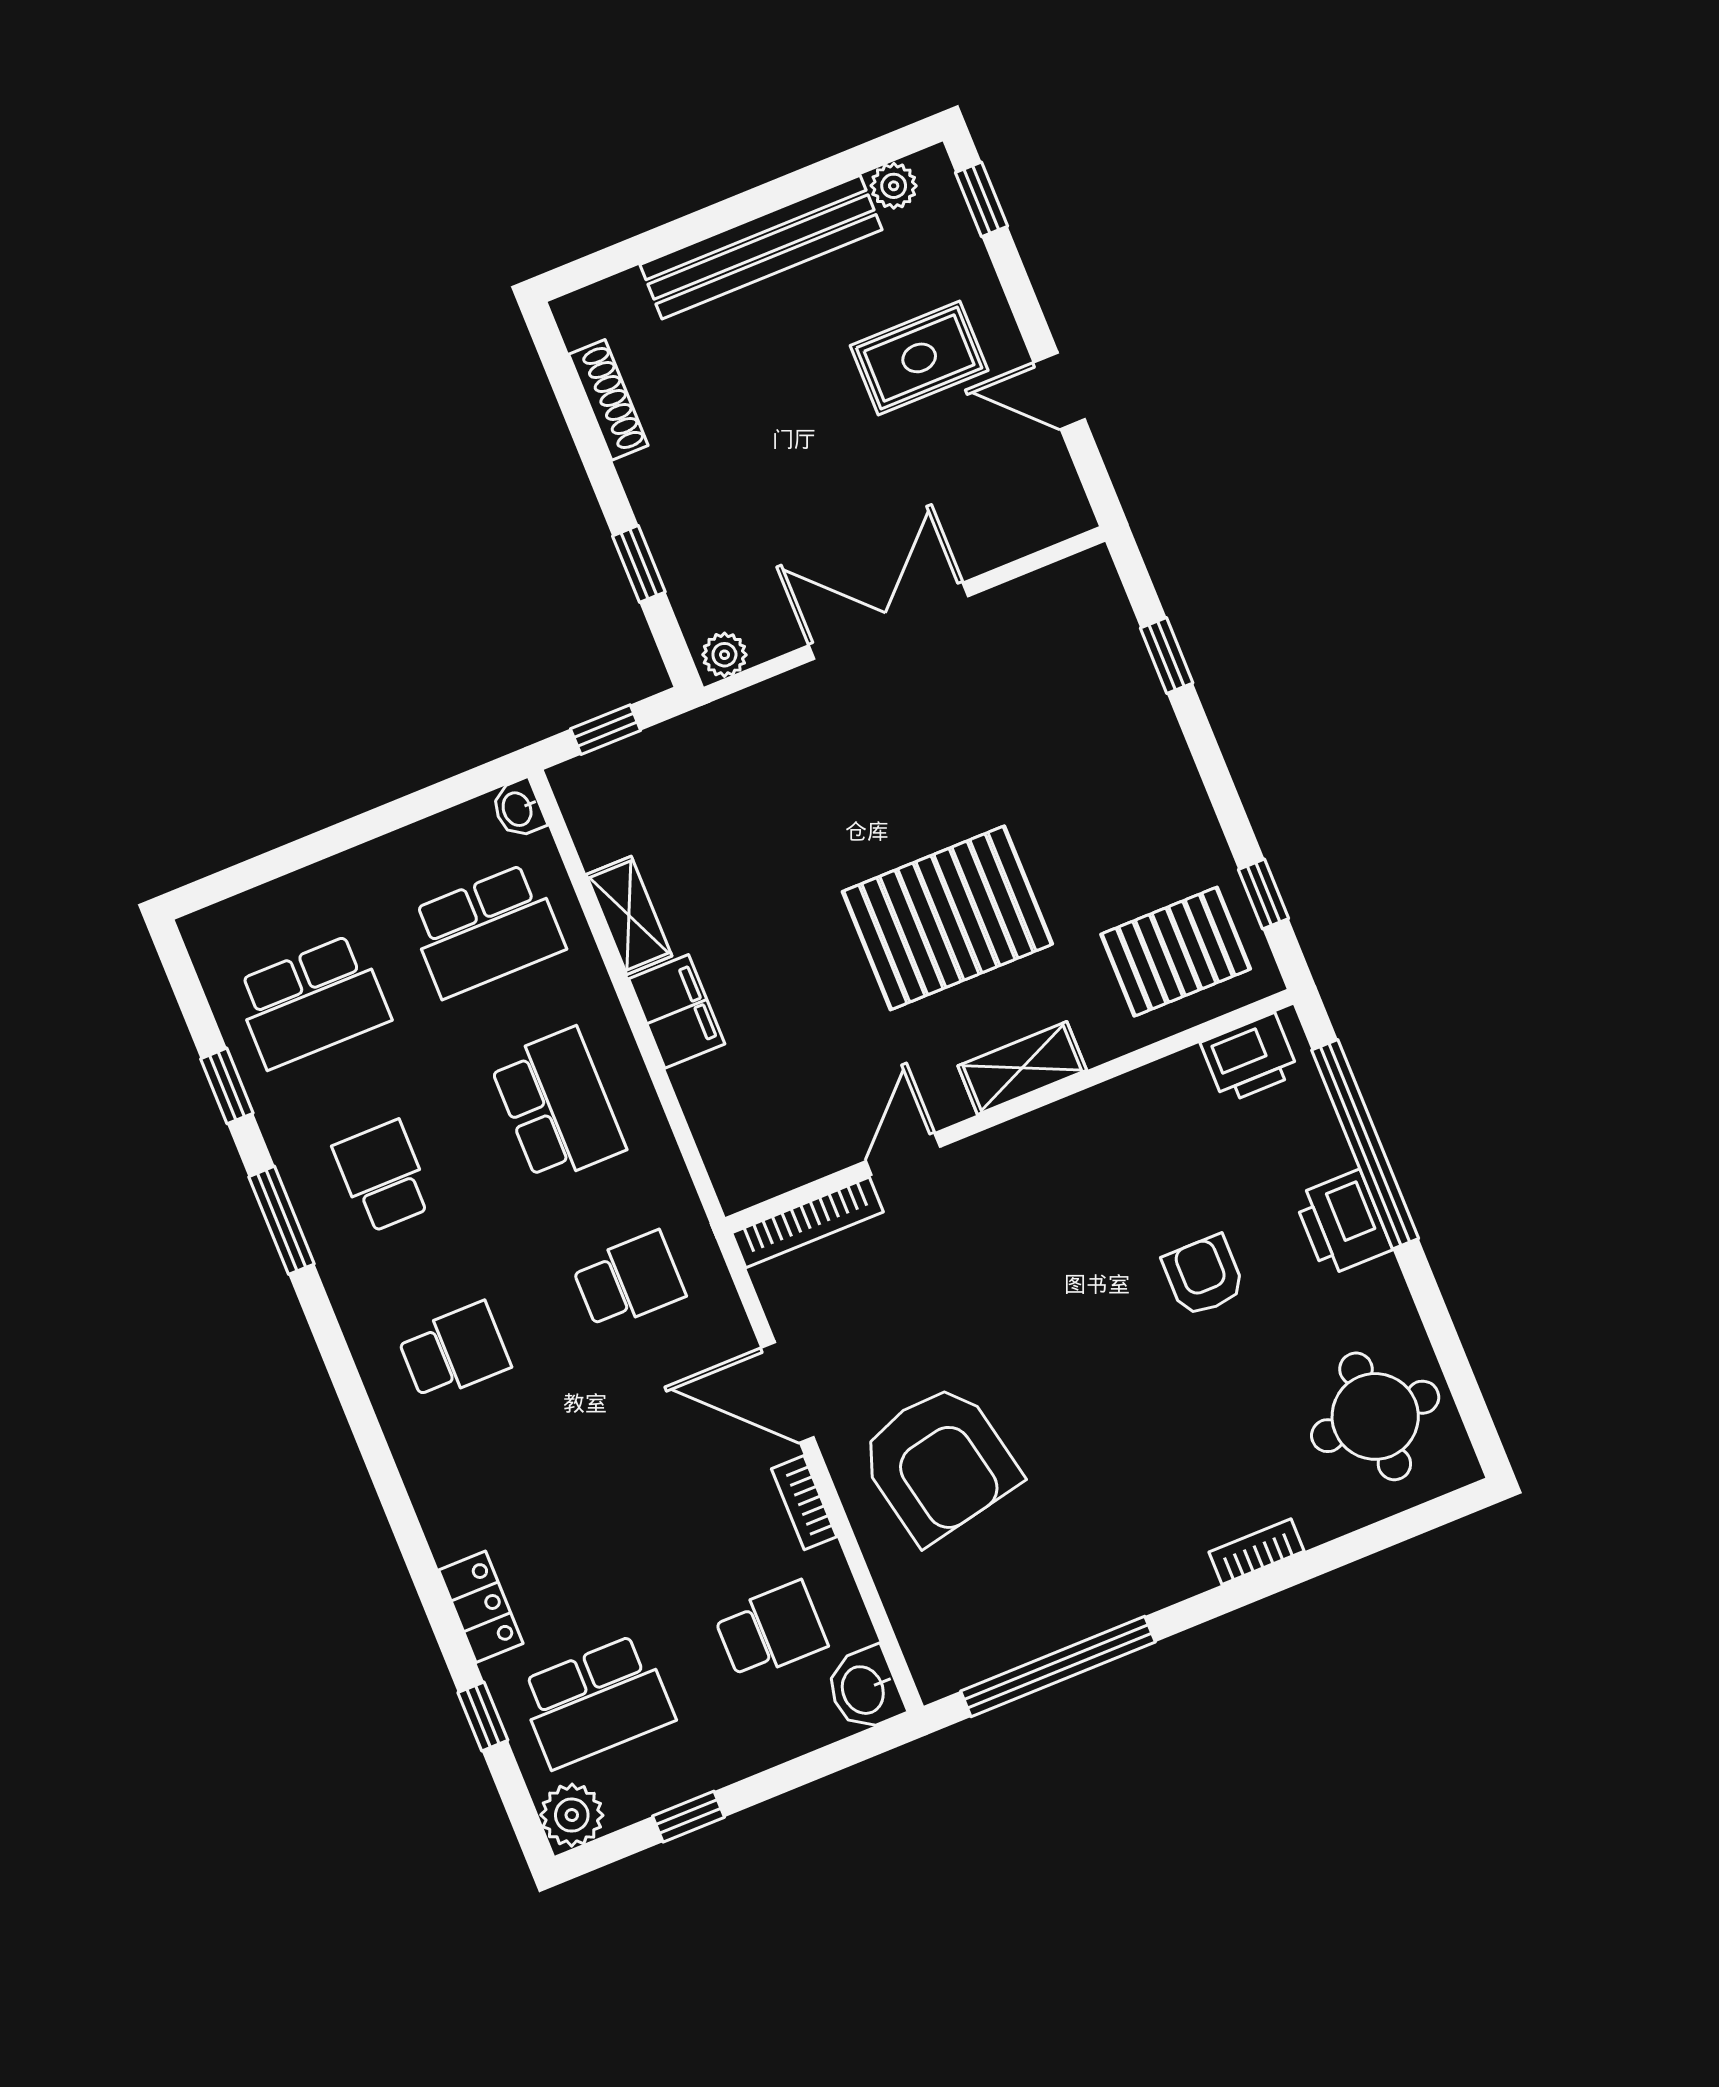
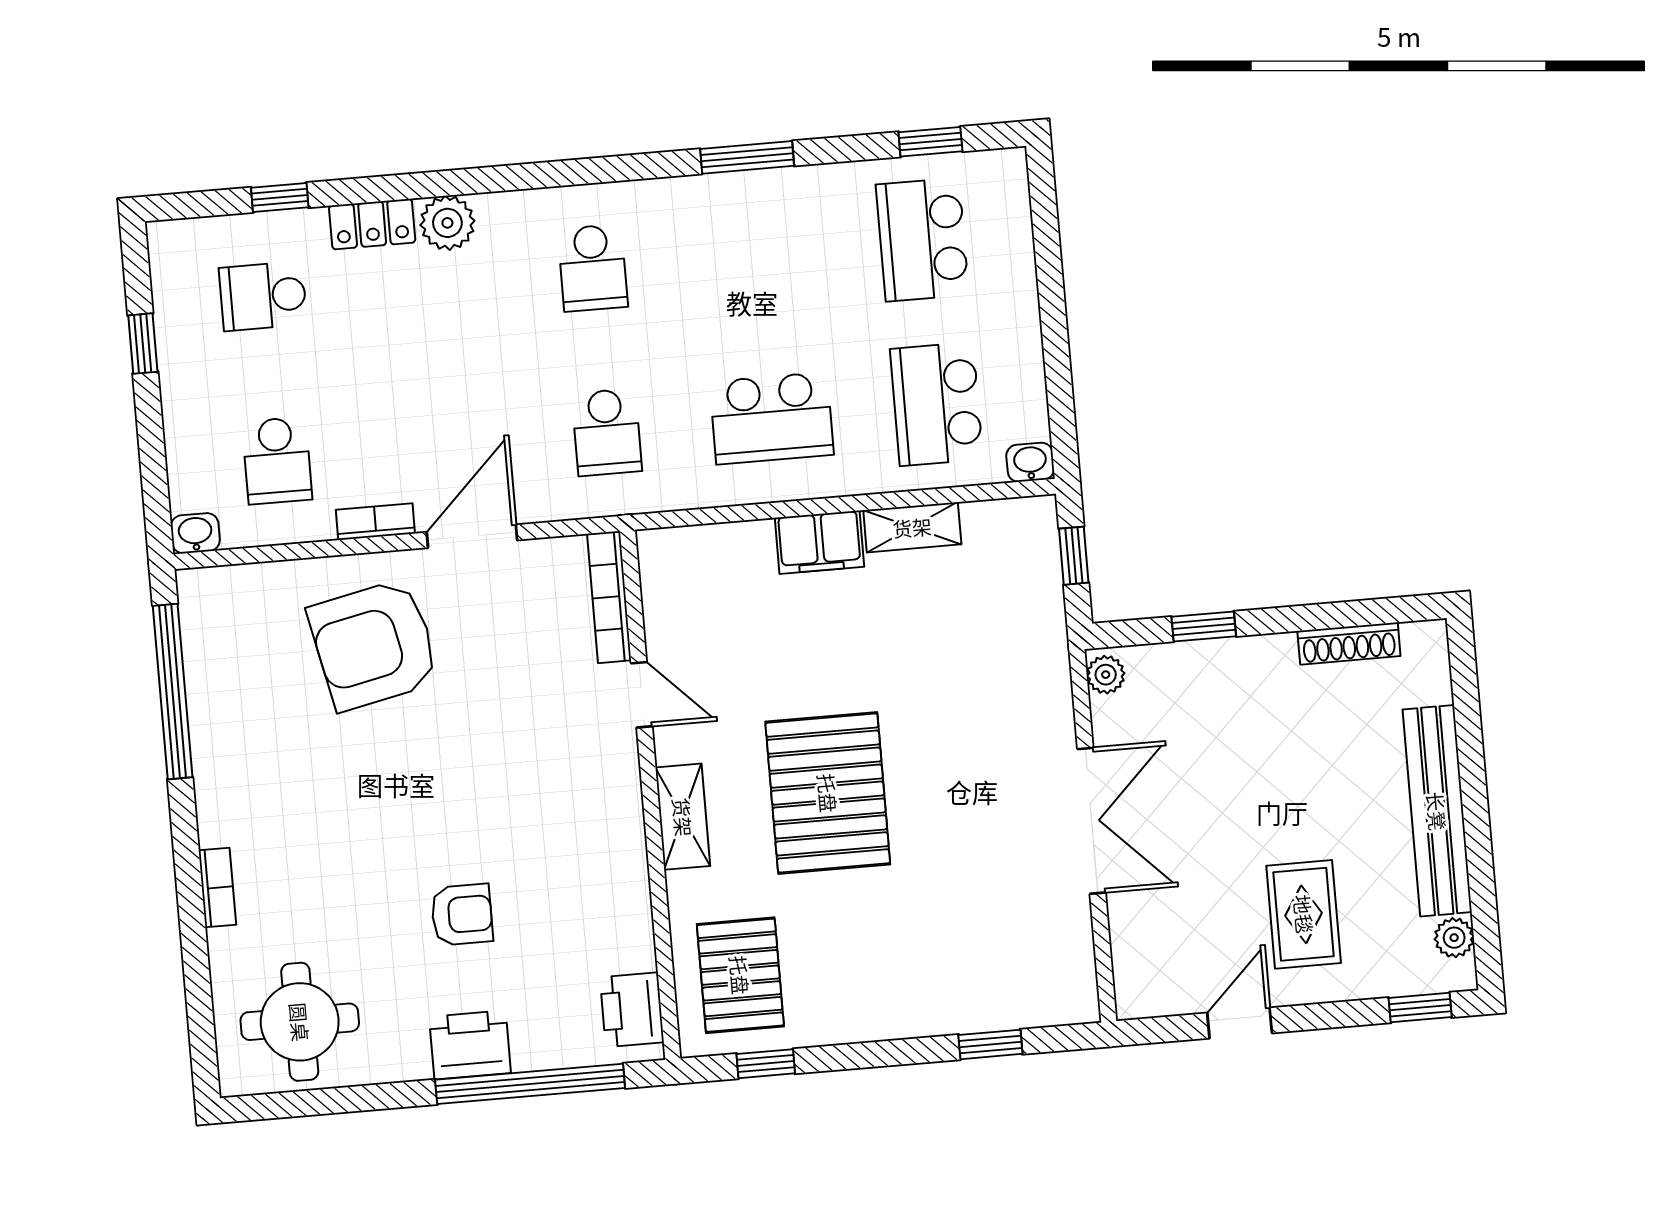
window: (227, 1086) -> (930, 142), moved
school desk: (383, 1176) -> (758, 254), removed
washbasin: (865, 1689) -> (195, 533), width x0.72, depth x0.69
school desk: (596, 1701) -> (263, 296), width x0.54
plant: (572, 1815) -> (447, 223), moved

